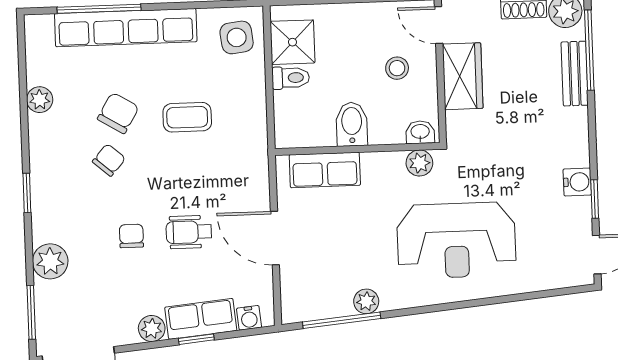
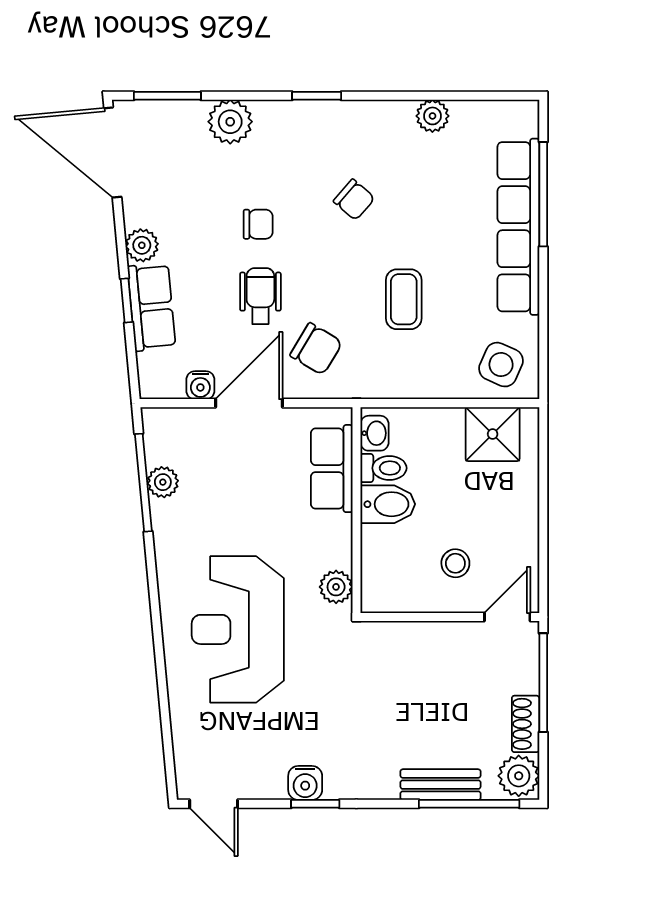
side table: (237, 37) -> (501, 365), turned 31
wardrobe: (463, 76) -> (442, 645), removed
toilet: (291, 78) -> (383, 468), moved, turned -90
chair: (118, 113) -> (316, 349), moved
washbasin: (420, 132) -> (374, 433), moved
window: (595, 199) -> (315, 804), moved
plant: (366, 301) -> (163, 482), moved
water cooler: (249, 318) -> (200, 385), moved, turned -85

